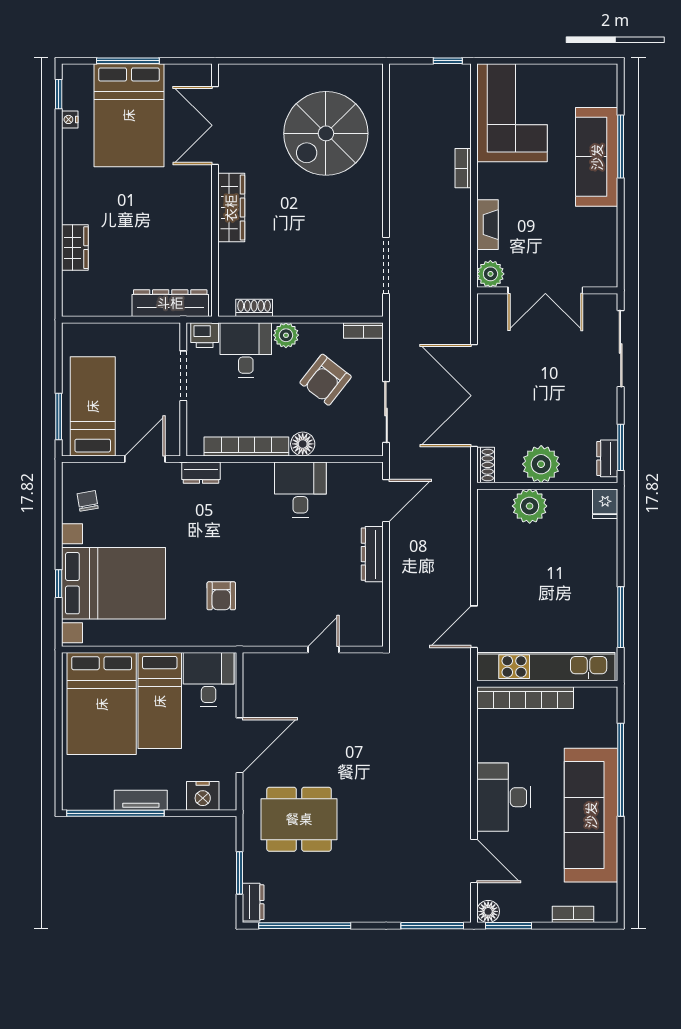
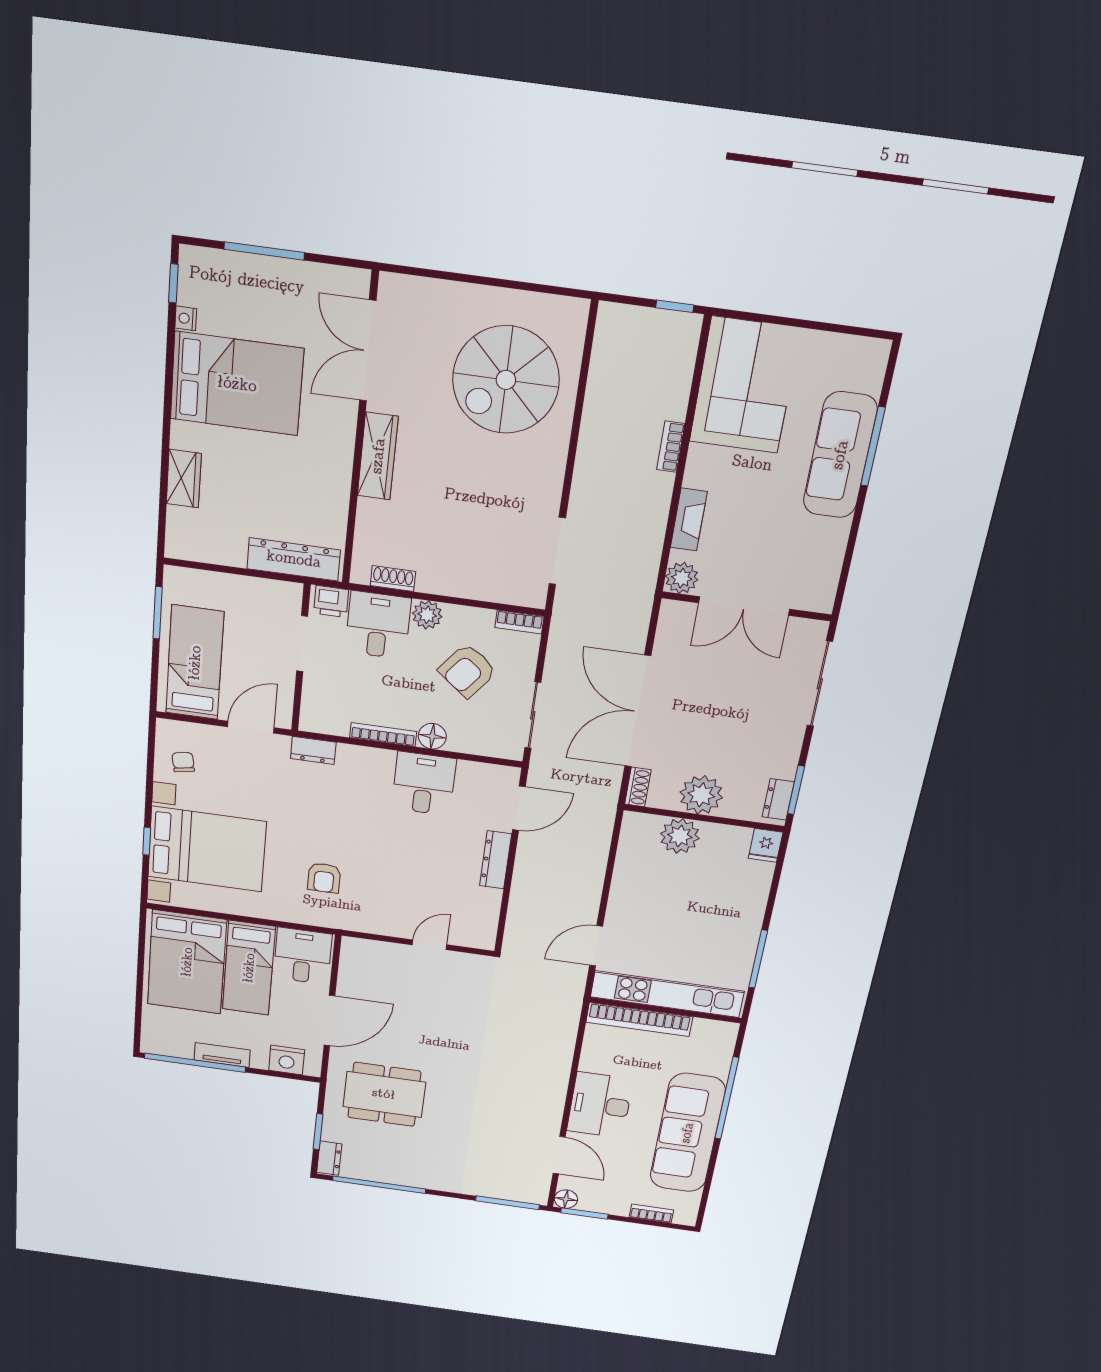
bed: (129, 115) -> (237, 384), moved, turned -90
window: (59, 416) -> (158, 613), moved
bookcase: (246, 446) -> (383, 735), width x0.68, depth x0.76

